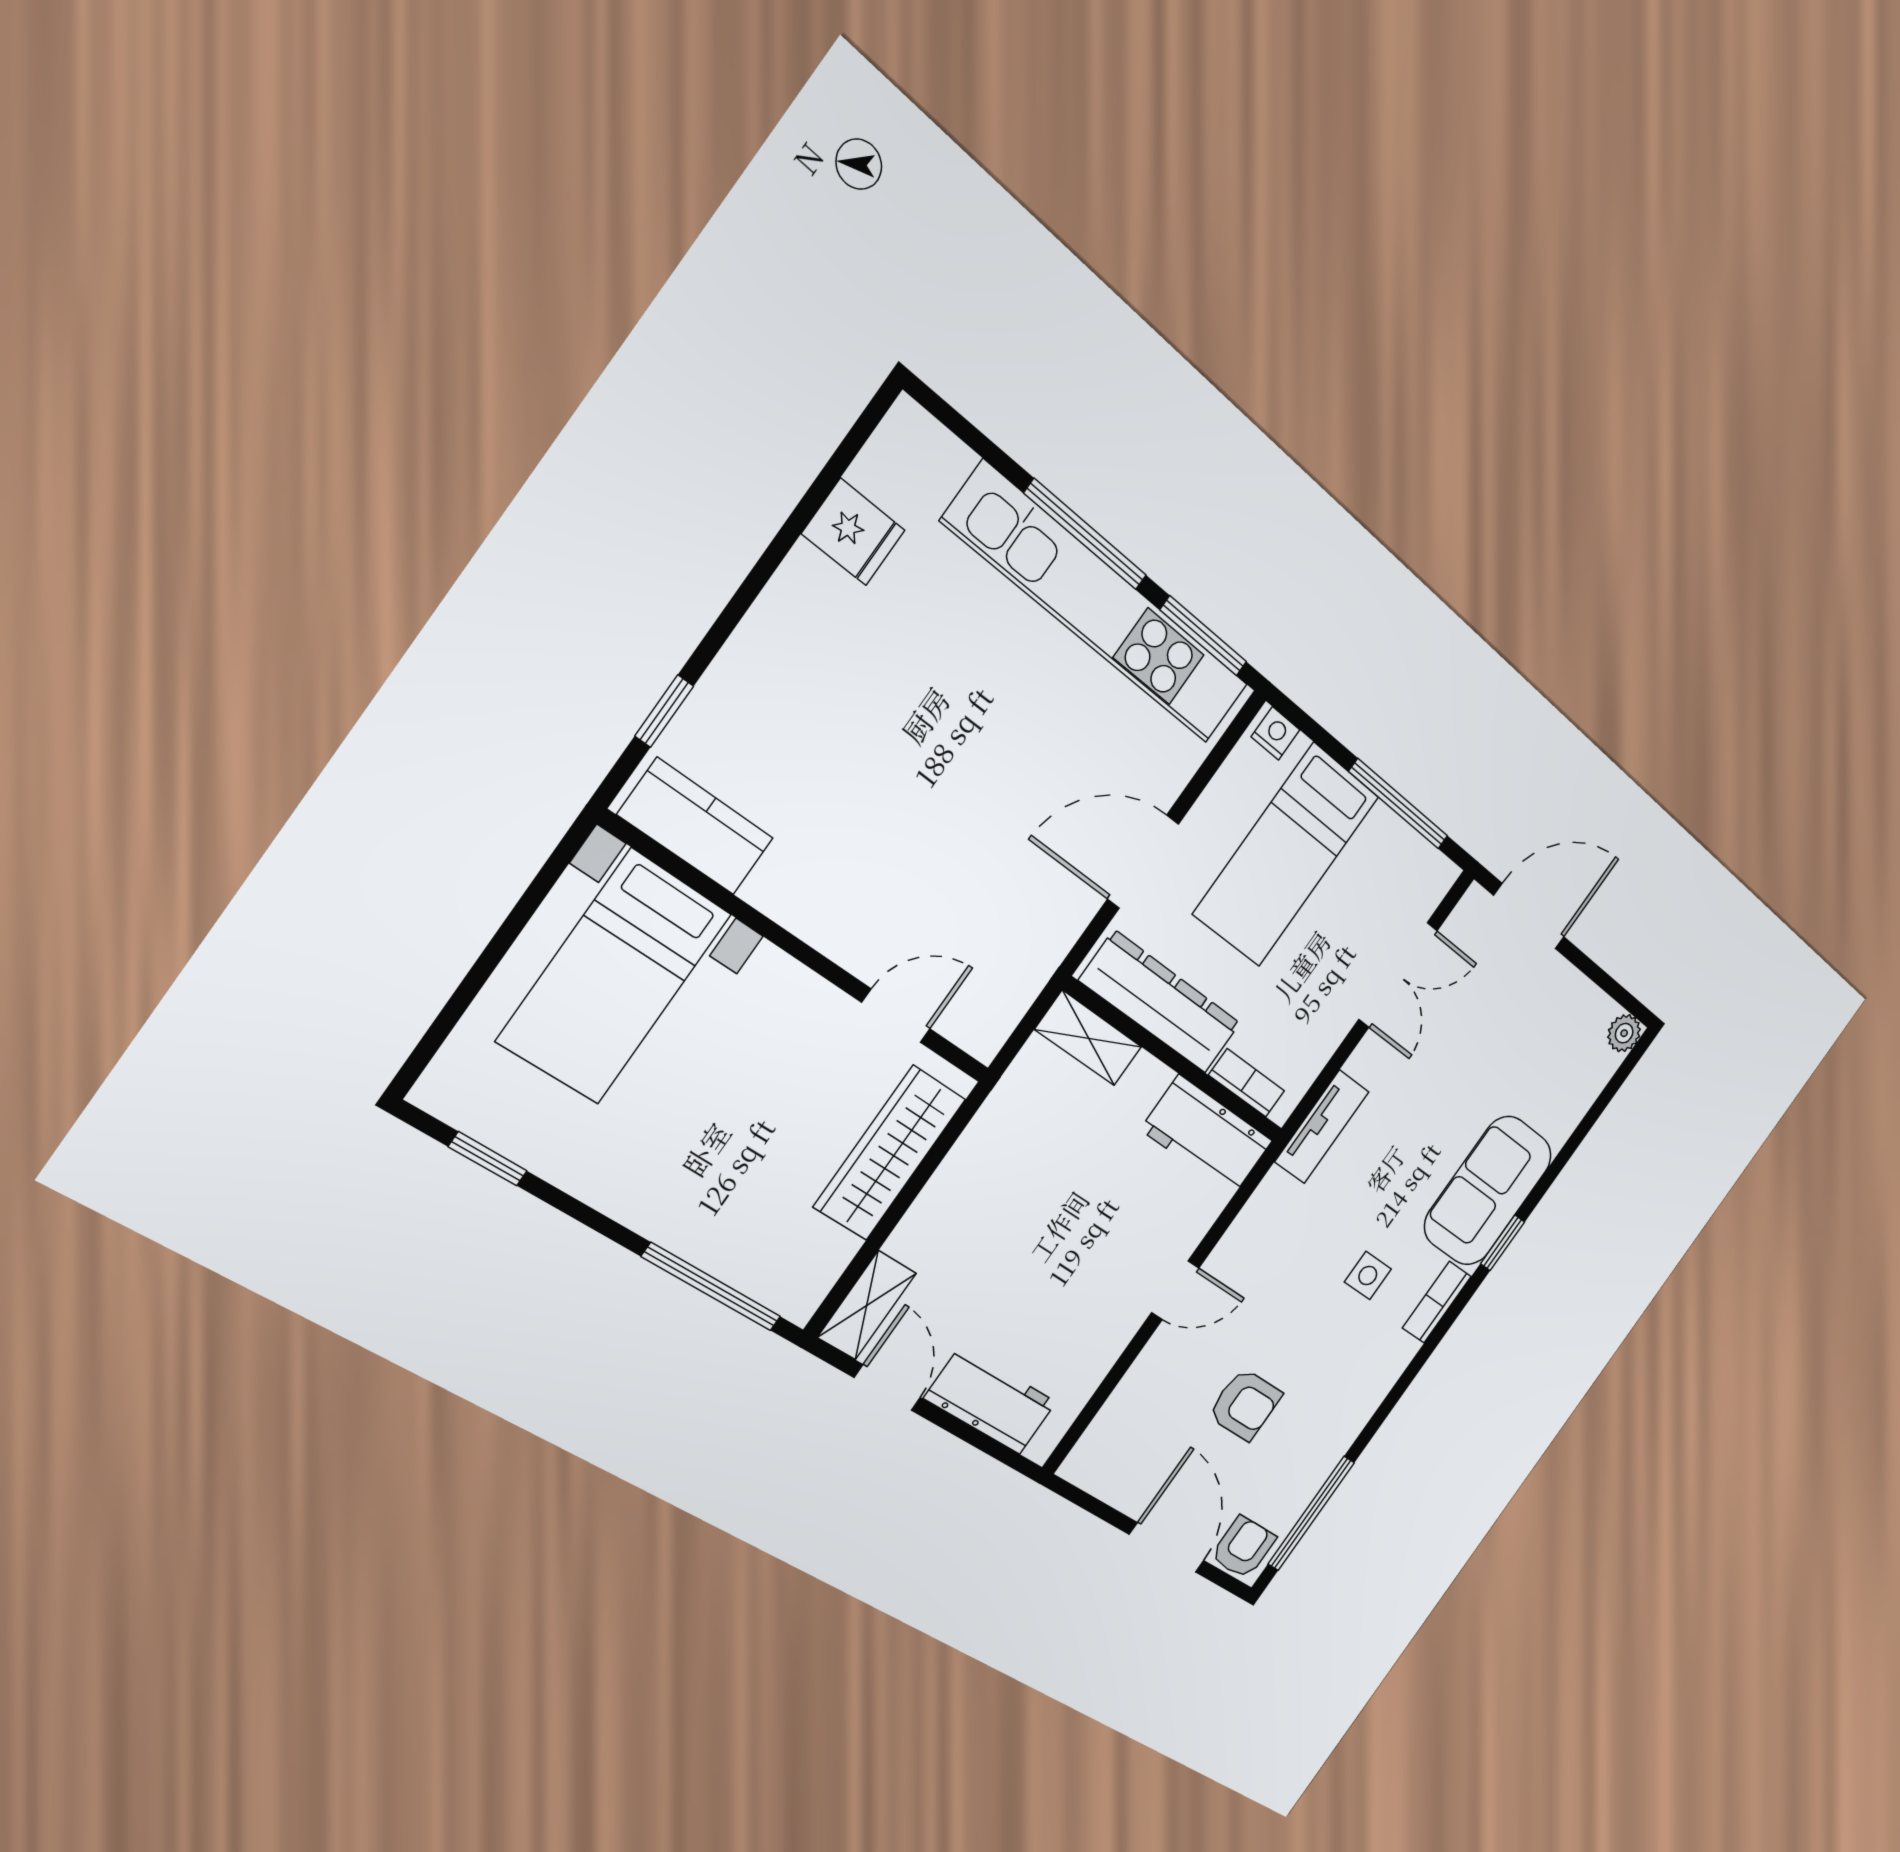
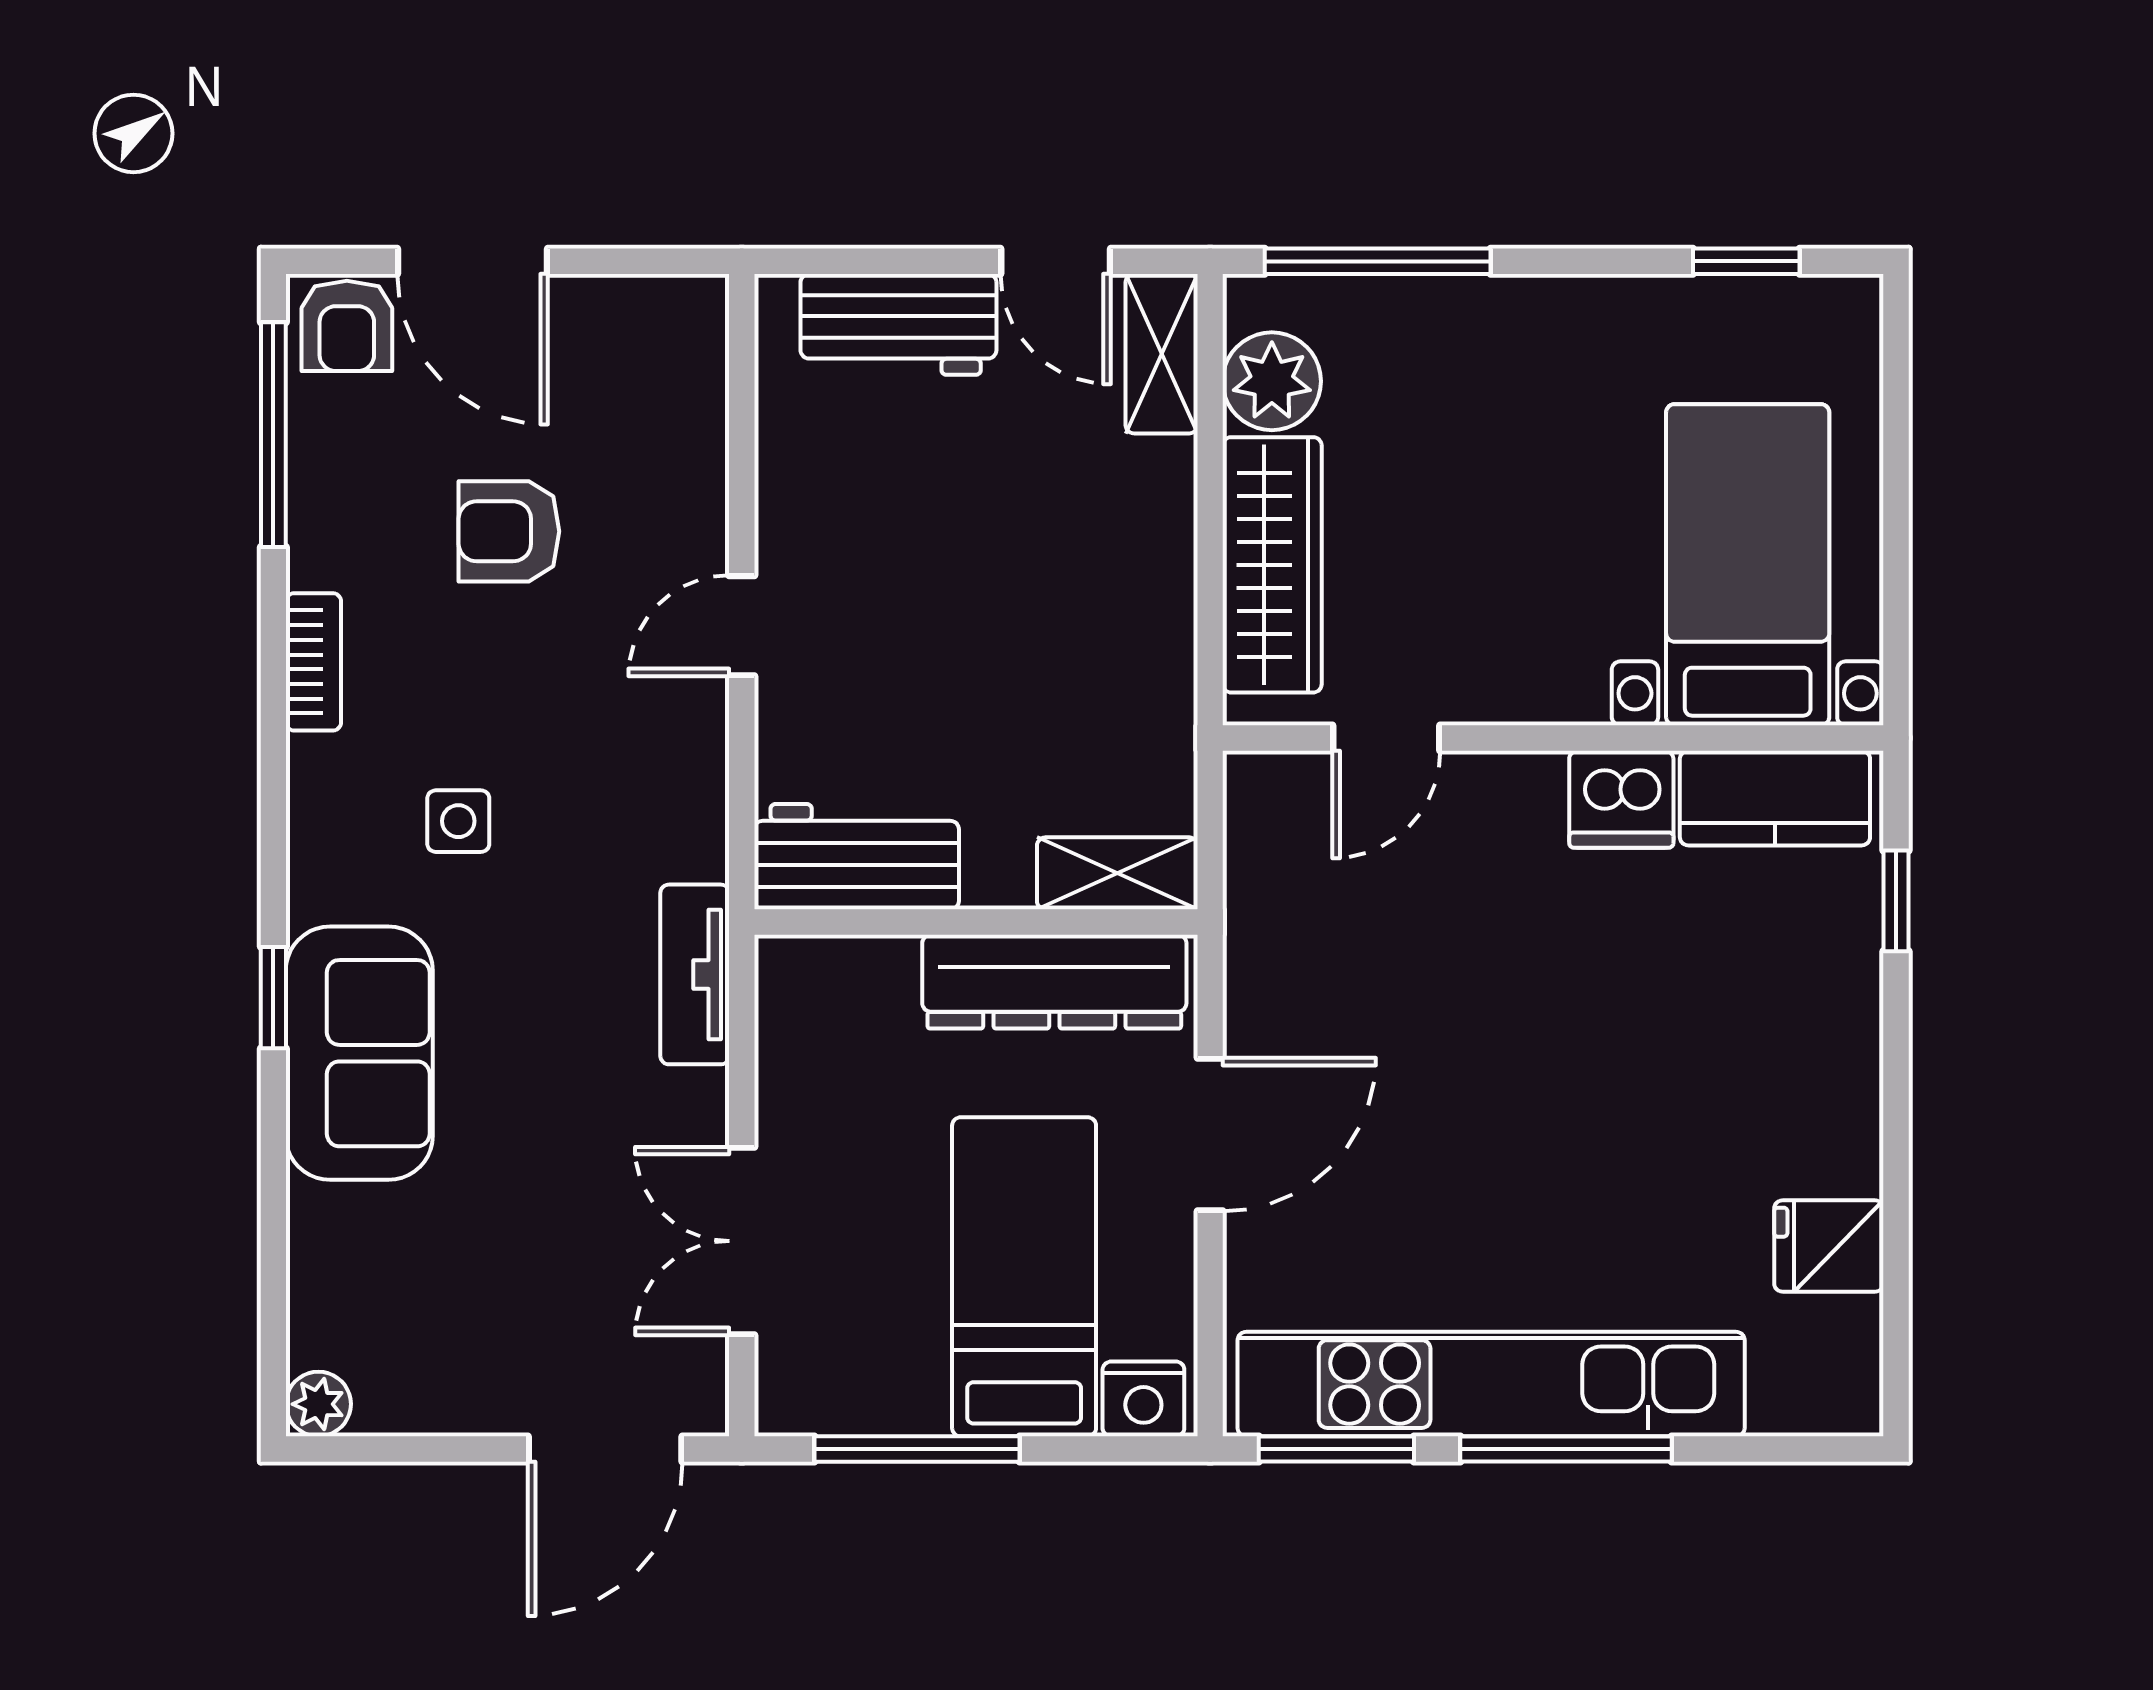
nightstand: (1275, 733) -> (1143, 1399), width x1.39, depth x1.35
dishwasher: (788, 890) -> (1621, 799), added
bookcase: (1247, 1083) -> (852, 960), removed
plant: (818, 1255) -> (1272, 381), added
bookcase: (1437, 1302) -> (313, 662), moved

